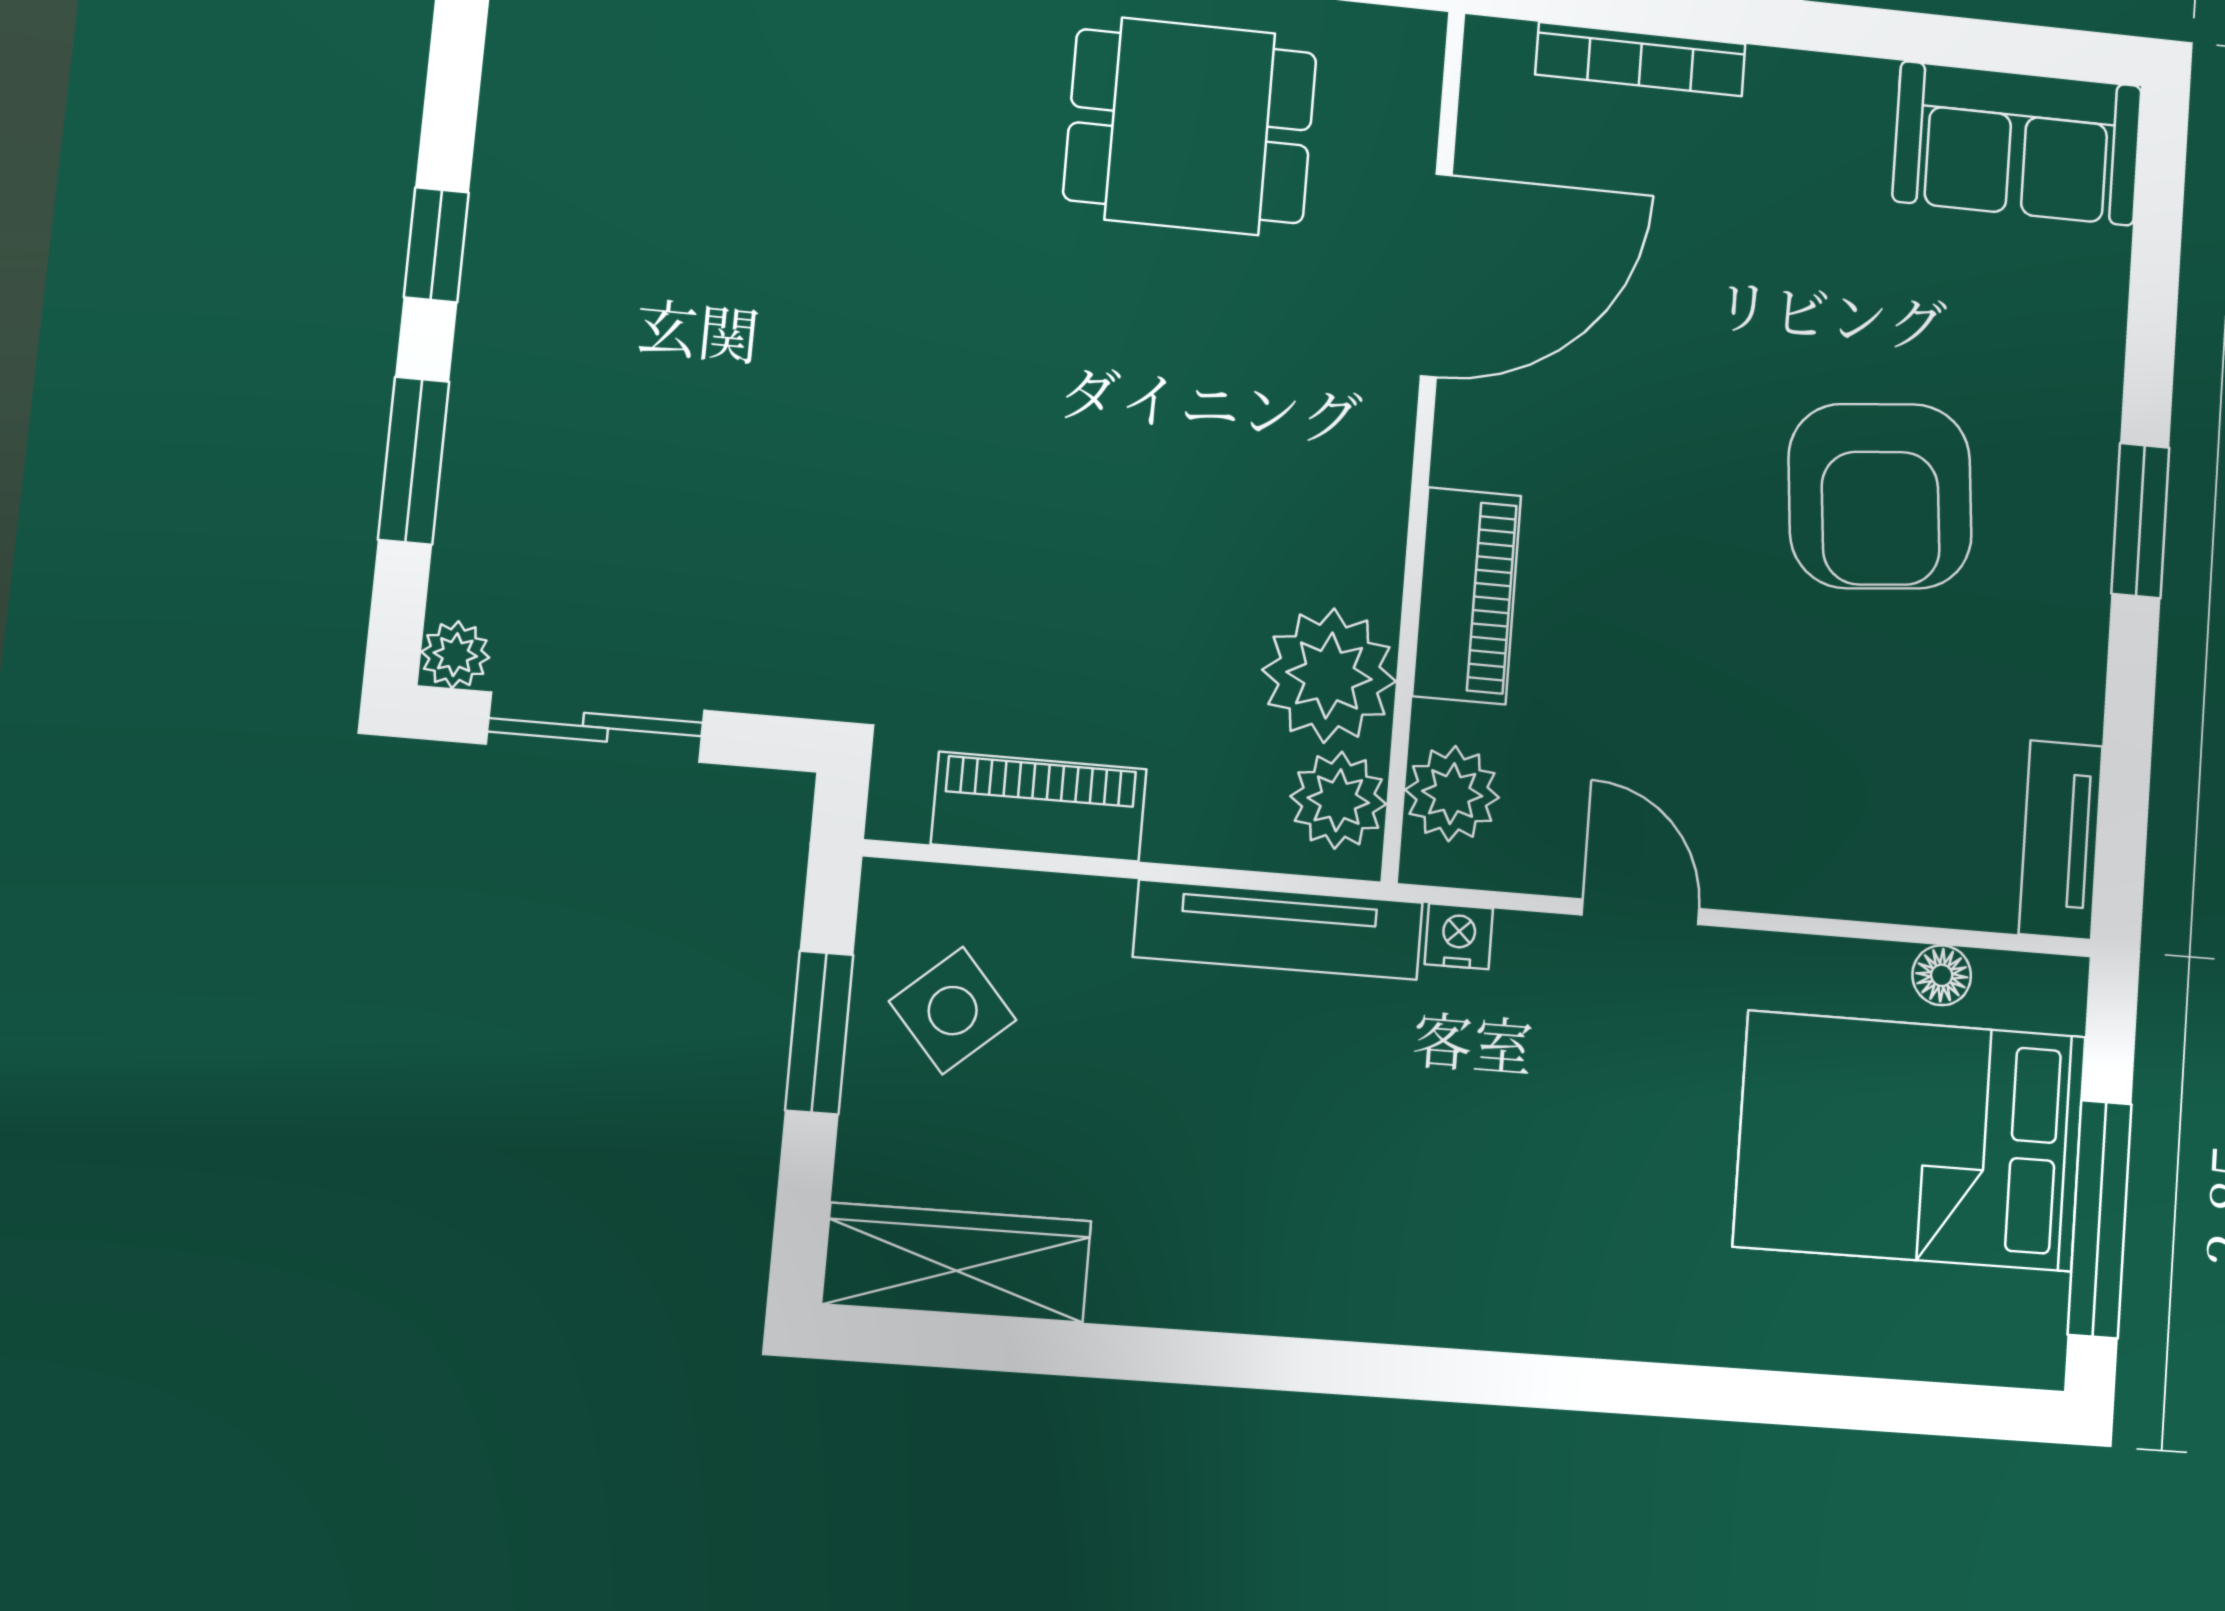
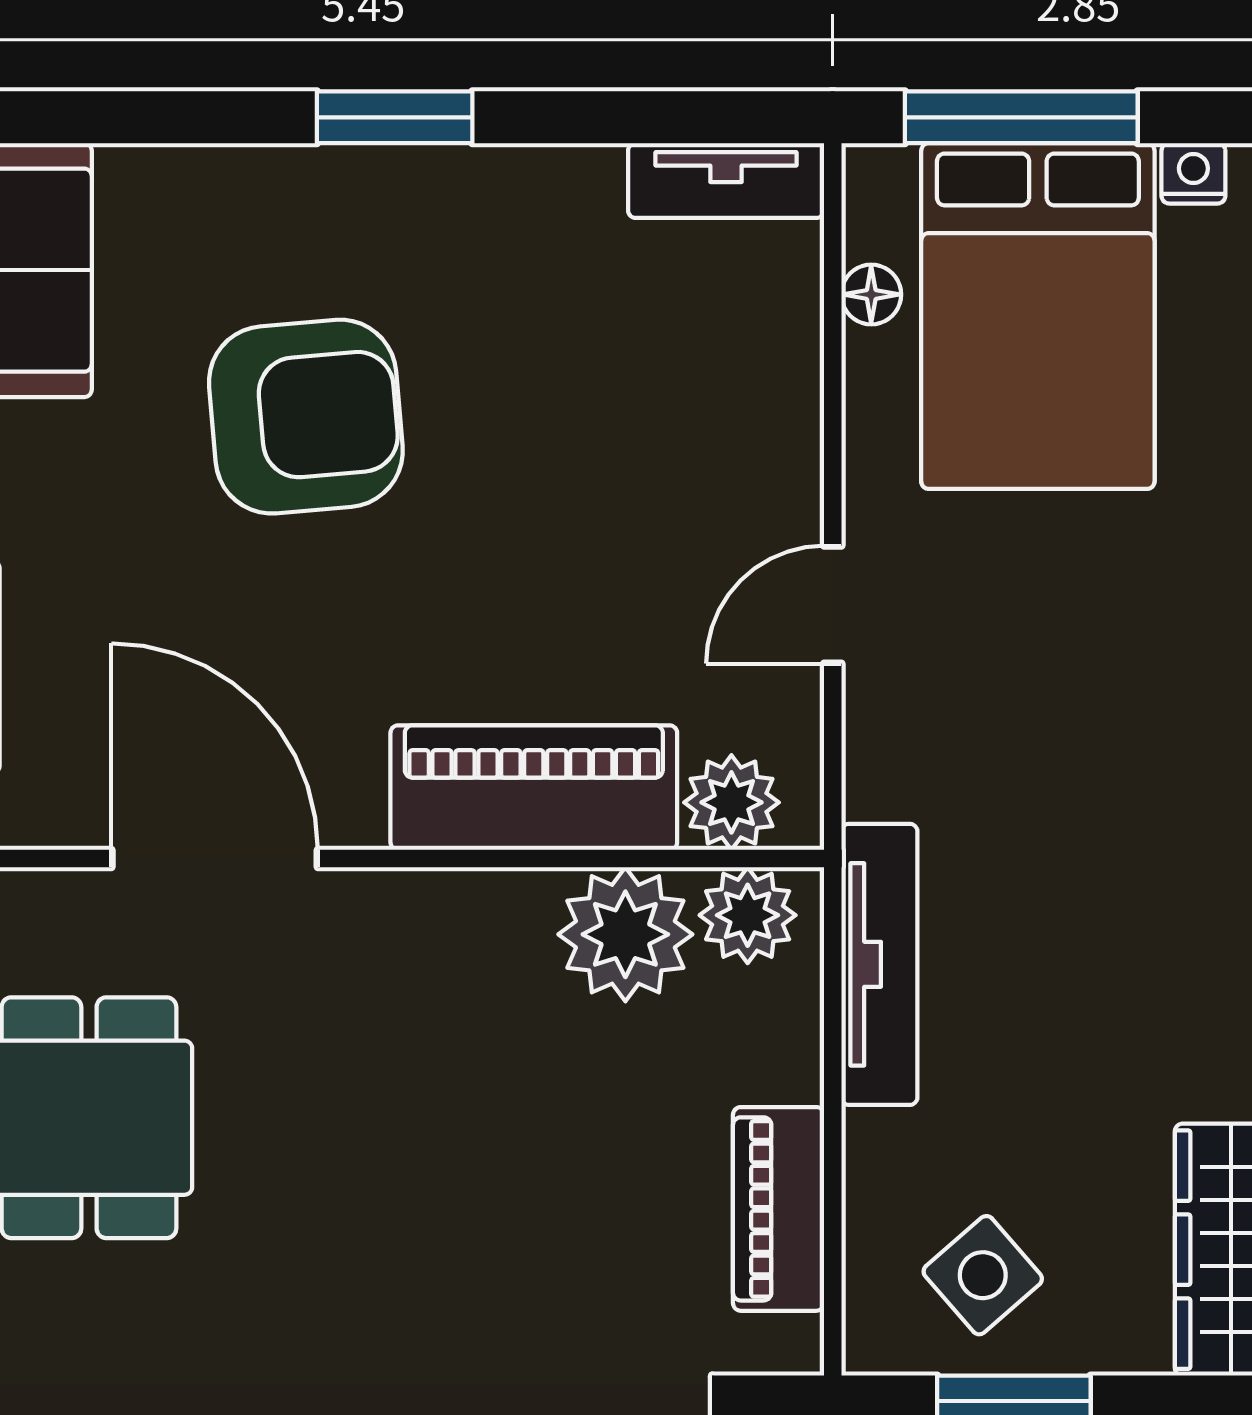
armchair: (1880, 496) -> (306, 417), moved
piano: (1467, 596) -> (534, 788), width x1.37, depth x1.33
nightstand: (1459, 936) -> (1193, 173), moved, turned 90
window: (2100, 1219) -> (1021, 117), moved

